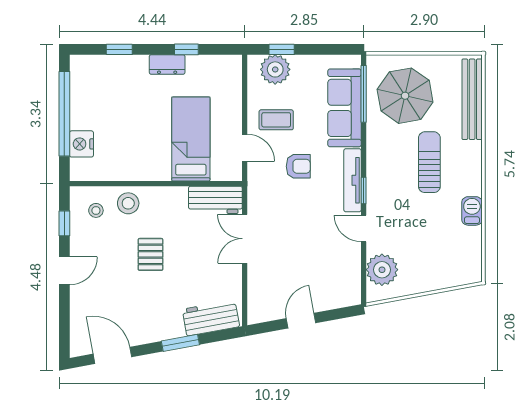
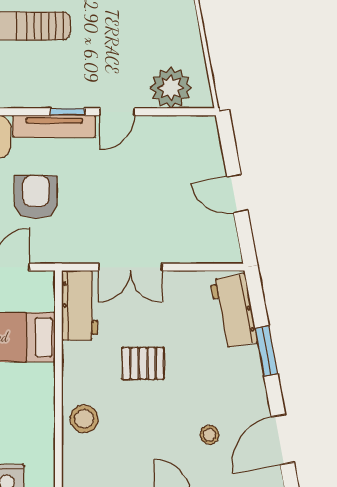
armchair: (298, 166) -> (36, 197), width x1.38, depth x1.38
stool: (96, 210) -> (209, 435), moved
pallet: (150, 254) -> (143, 363), moved

